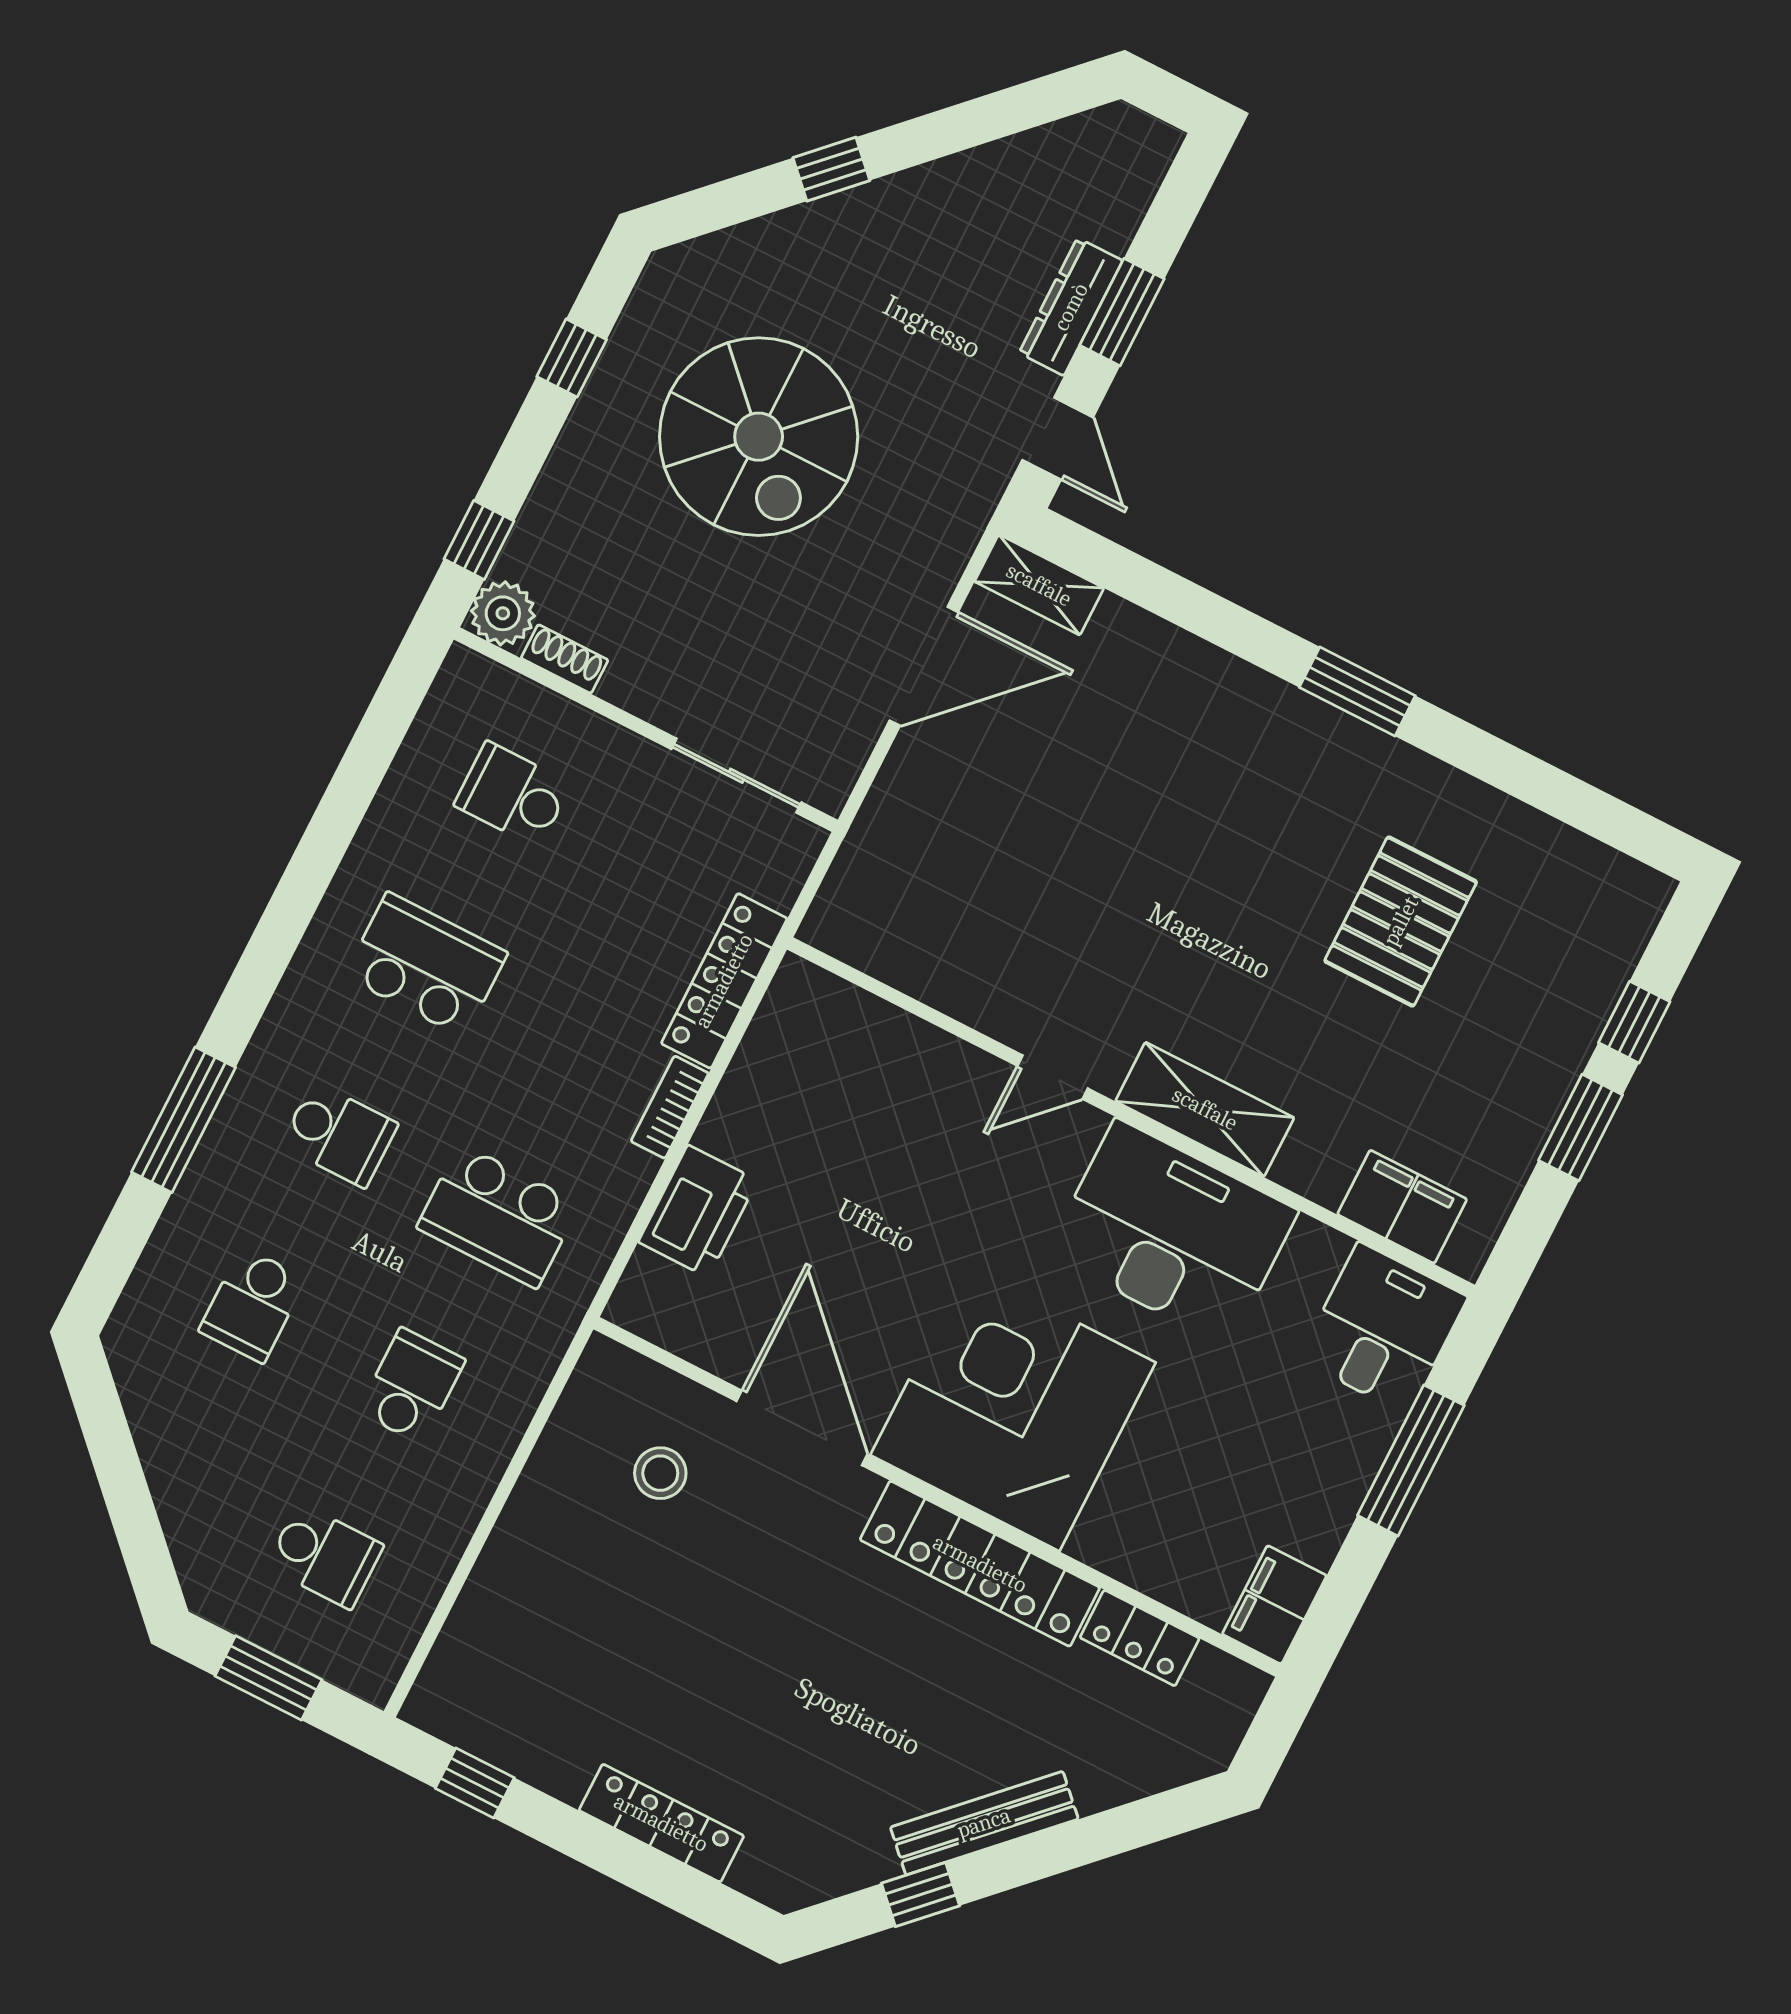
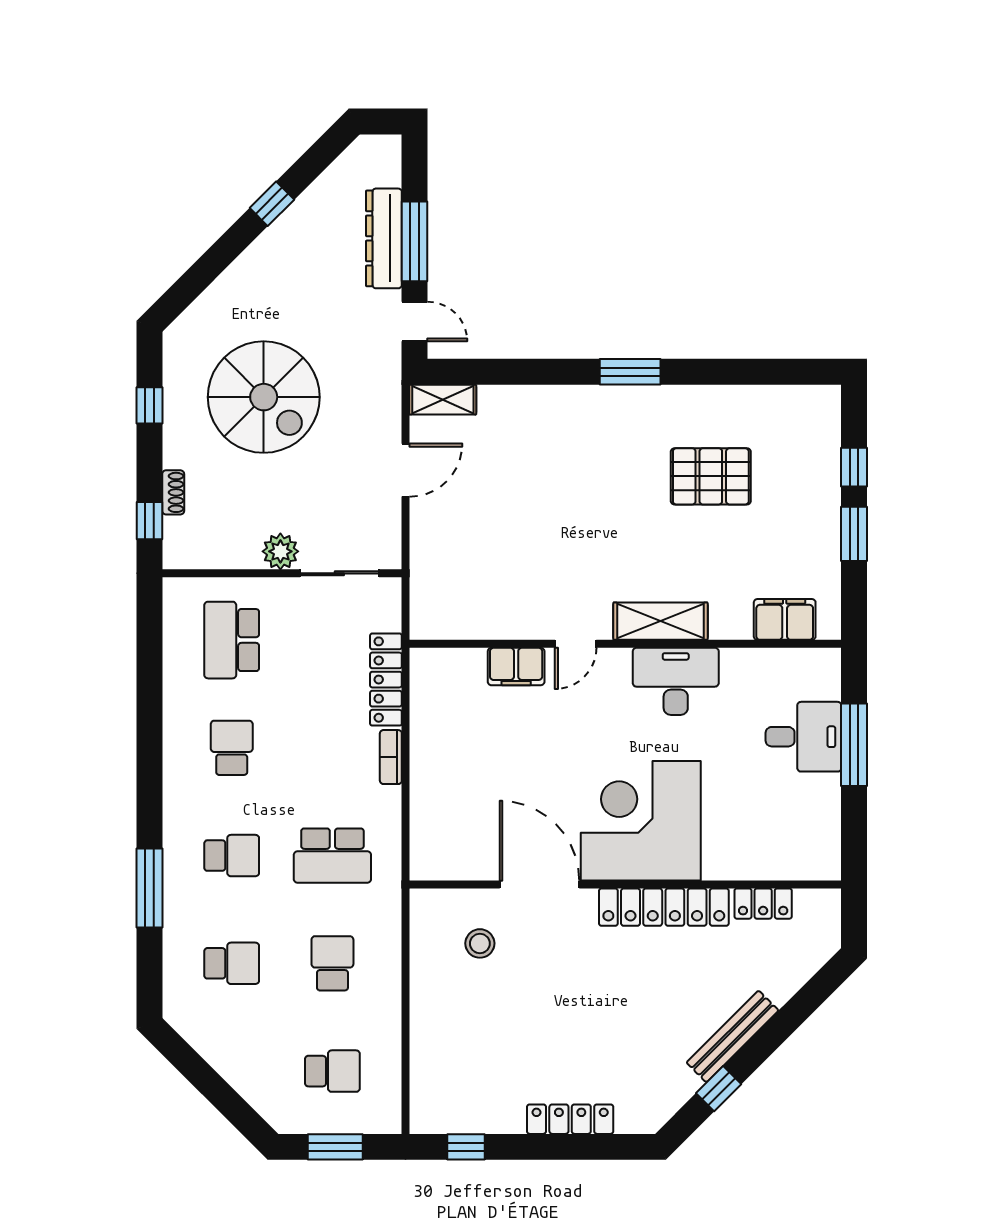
window: (831, 169) -> (272, 204), moved
dresser: (1071, 307) -> (384, 238), width x1.37, depth x1.24
window: (1122, 312) -> (415, 241), width x1.44
plant: (503, 613) -> (280, 551), moved
shoe rack: (565, 659) -> (173, 492), moved, turned 90
door: (924, 666) -> (406, 470), width x0.73
school desk: (513, 794) -> (232, 640), width x1.85
pallet: (1401, 921) -> (711, 476), turned 90
school desk: (426, 965) -> (232, 748), width x0.54
printer: (698, 1211) -> (432, 802), removed
desk: (1172, 1233) -> (676, 681), width x0.73, depth x0.77
school desk: (253, 1305) -> (232, 963), turned -90
desk: (1383, 1328) -> (803, 737), moved, turned 90
filing cabinet: (1274, 1605) -> (516, 667), moved, turned -90

